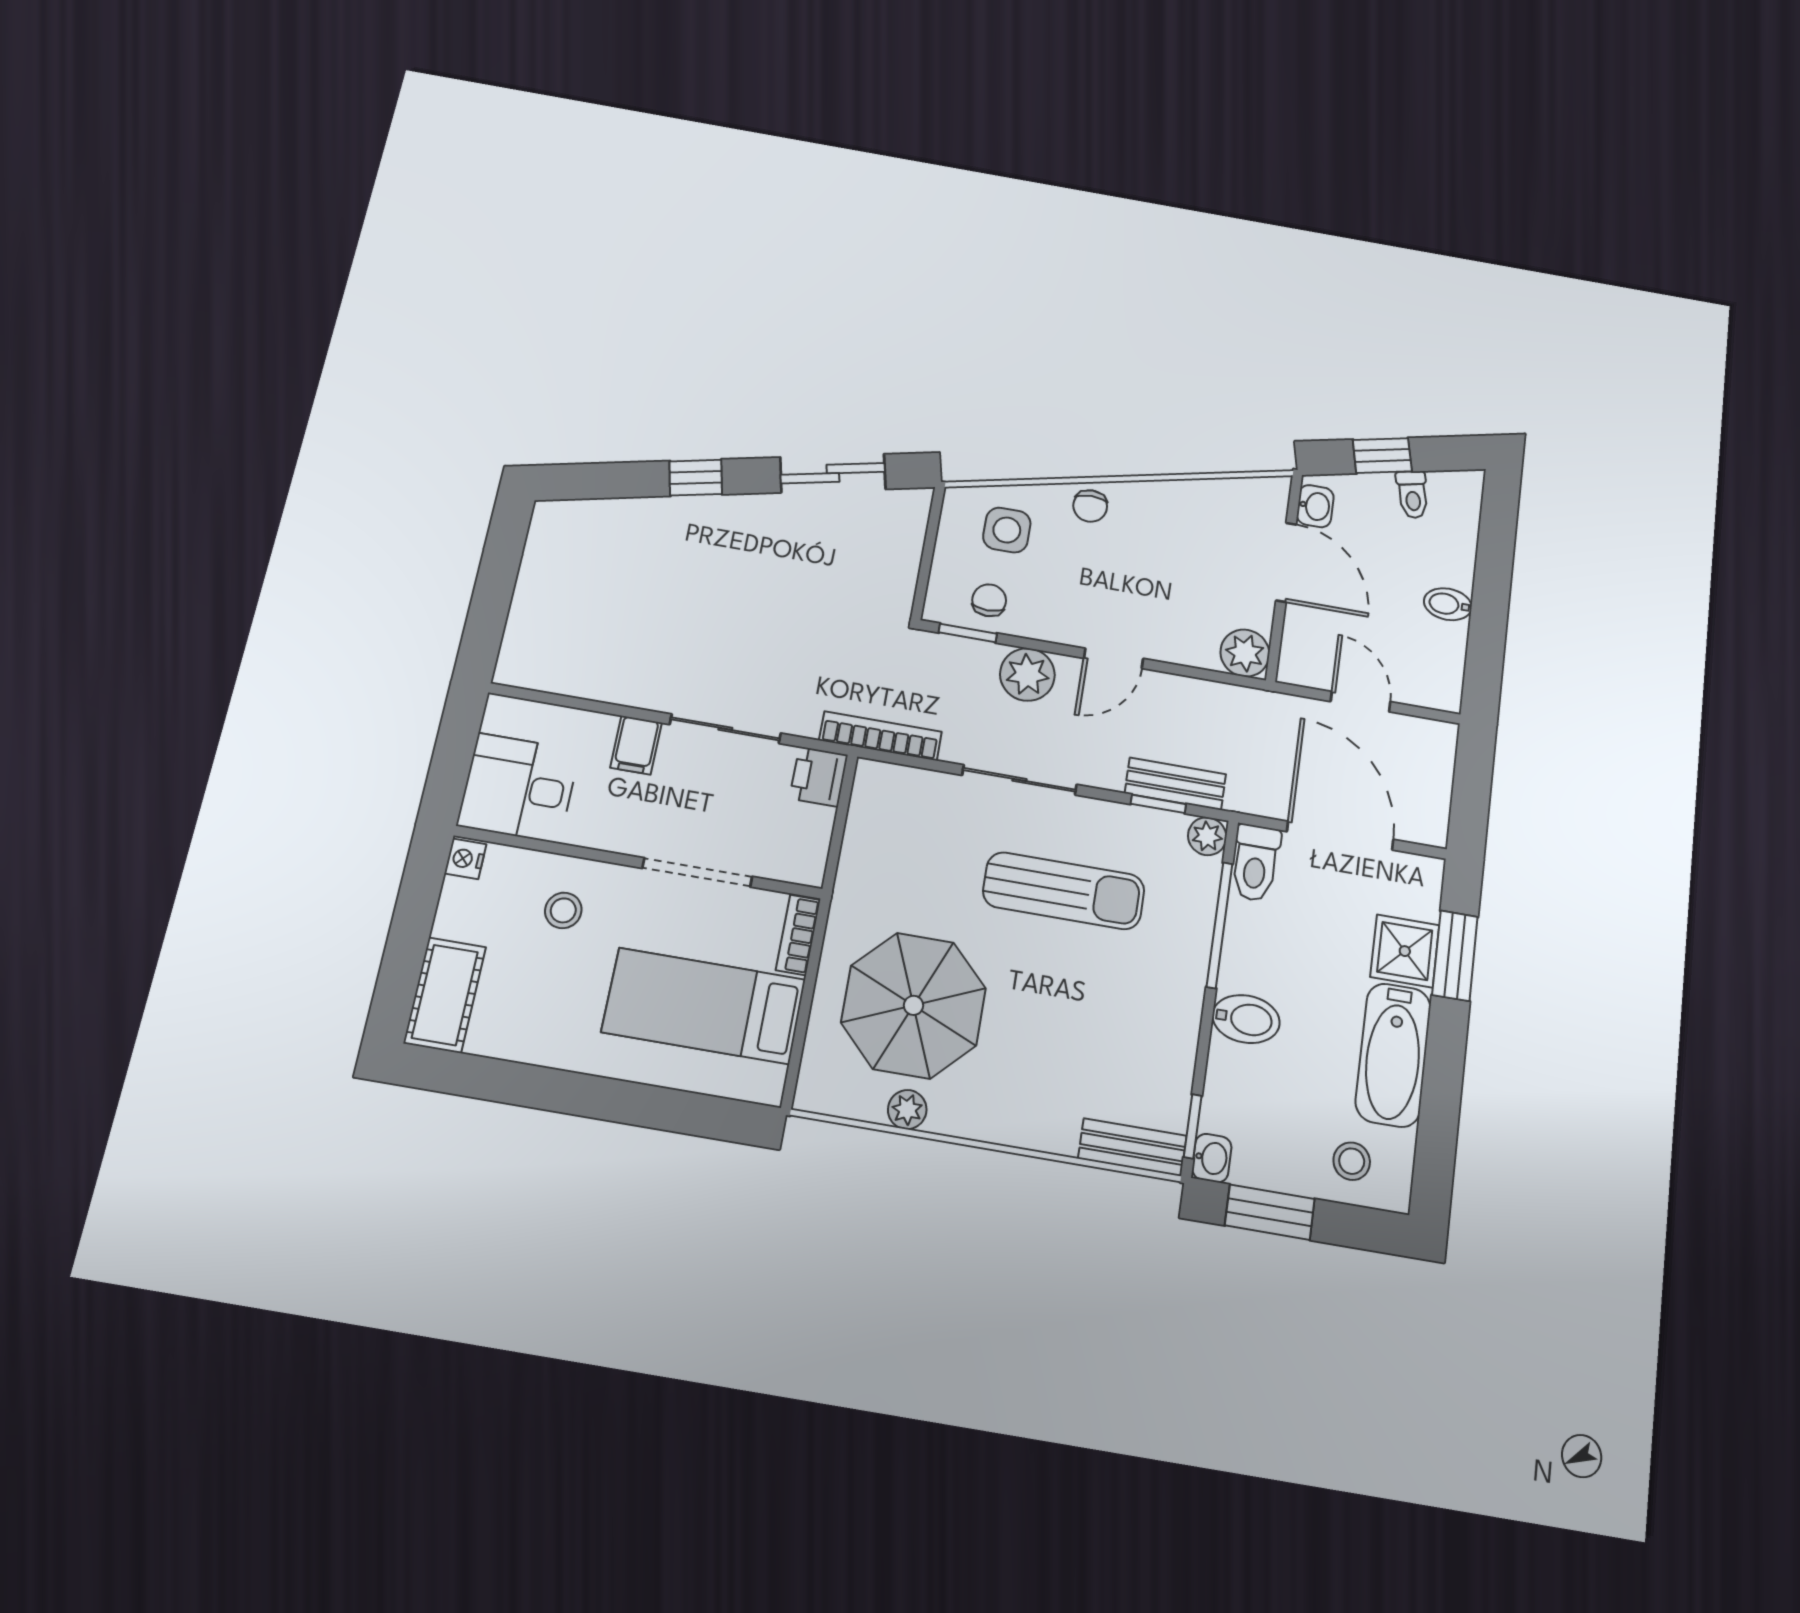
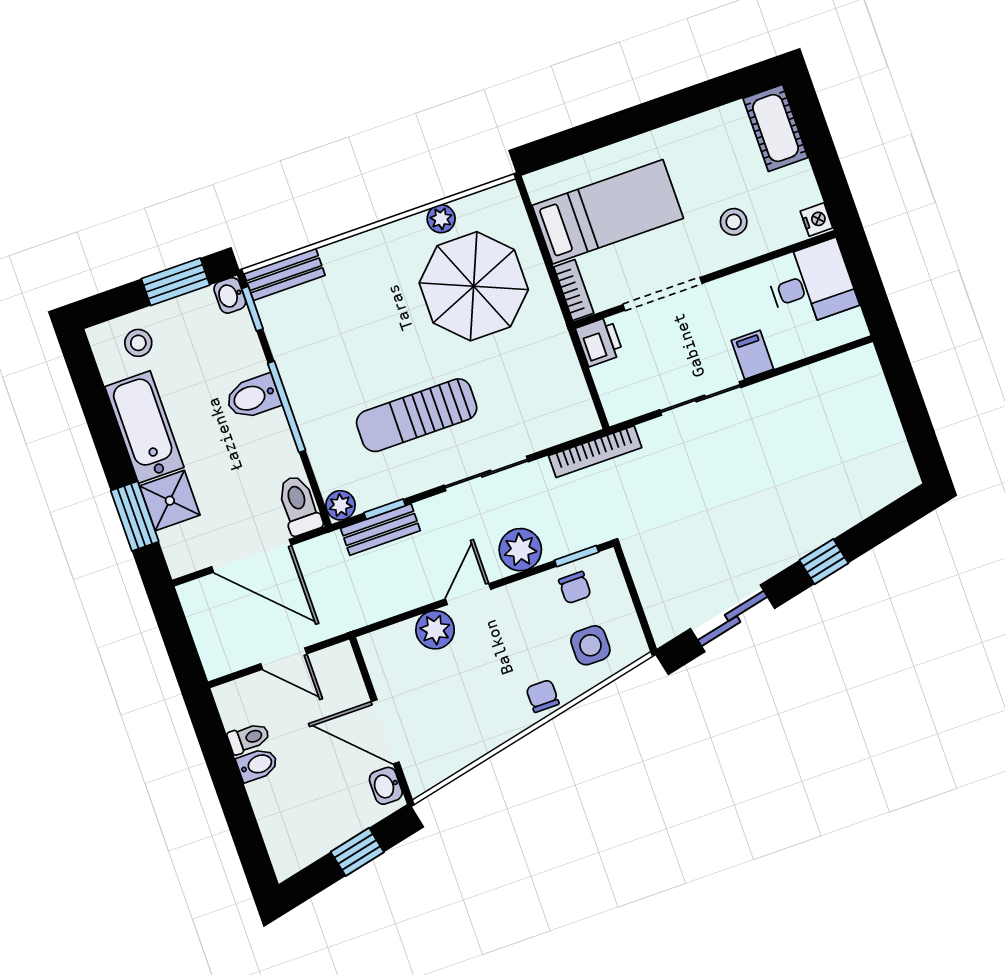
toilet: (1412, 495) -> (249, 738), moved, turned 103
plant: (1245, 653) -> (435, 630), moved
printer: (819, 777) -> (599, 342), moved
window: (1220, 925) -> (287, 407), moved

